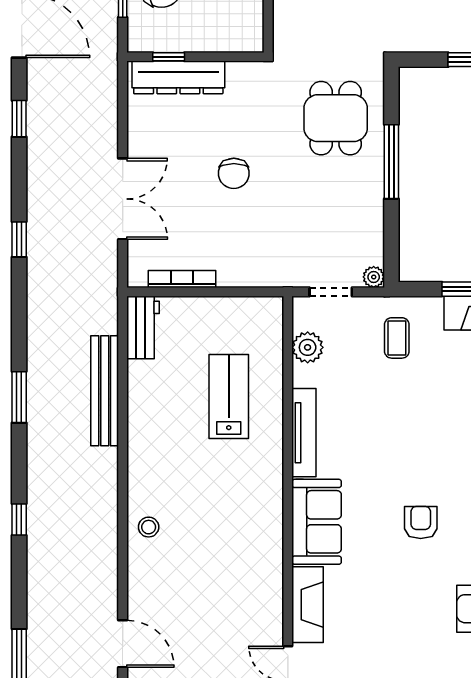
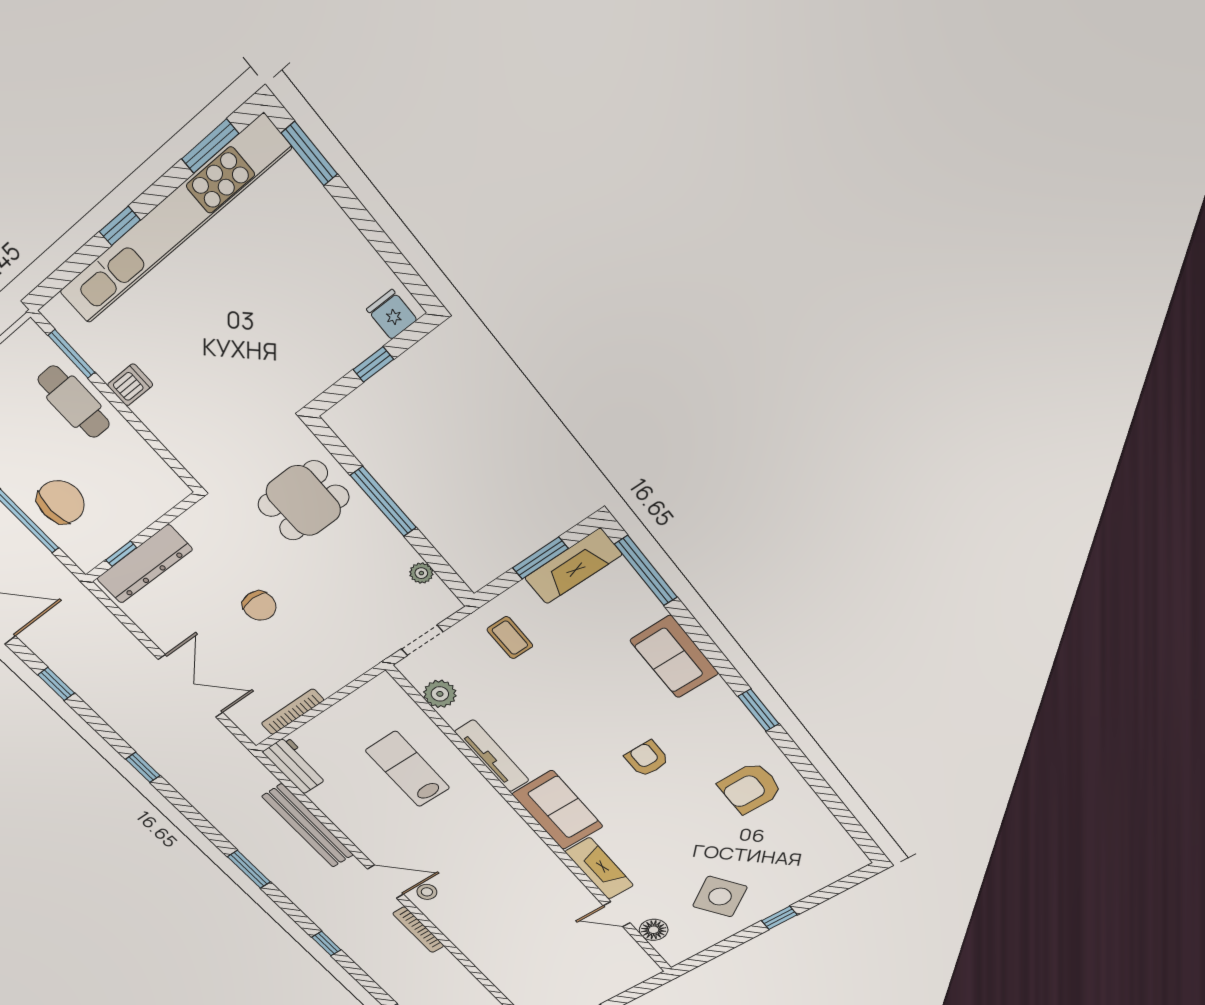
dining table: (336, 118) -> (303, 501), turned 90
plant: (374, 277) -> (421, 573), moved
bookcase: (110, 561) -> (418, 930), added
door: (123, 644) -> (385, 882), moved

